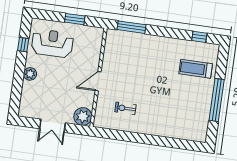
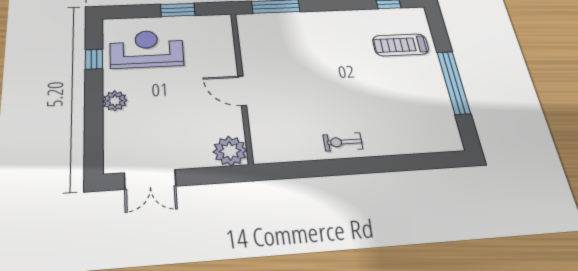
door: (98, 81) -> (242, 91), hinge flipped
exercise bike: (125, 108) -> (343, 142), moved
double door: (53, 126) -> (150, 179), moved

